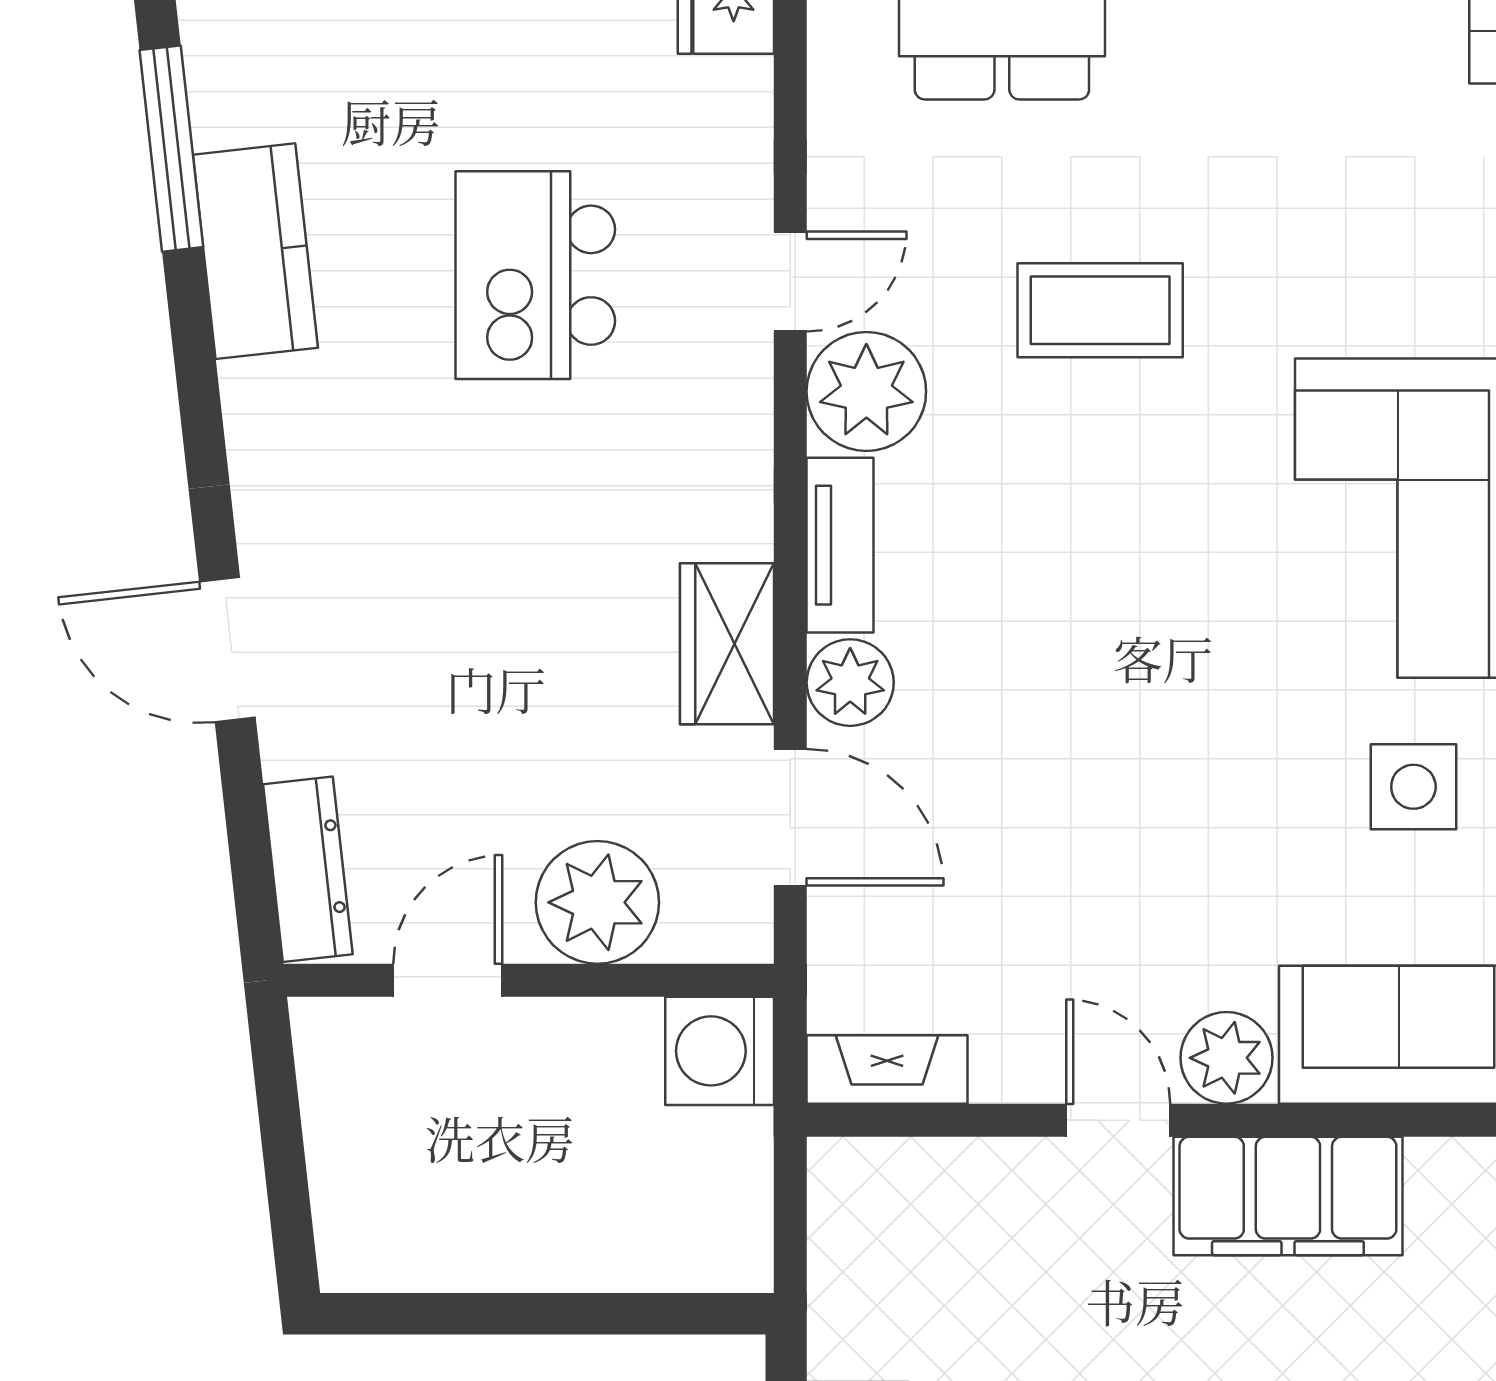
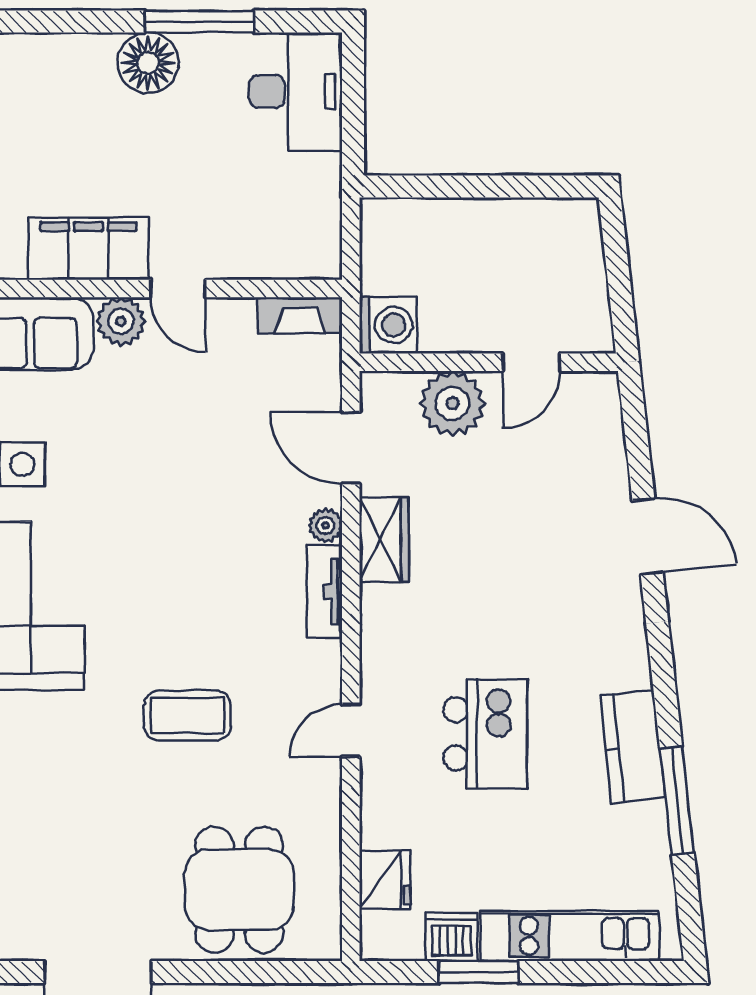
plant: (866, 391) -> (311, 673), removed
plant: (850, 683) -> (325, 525), width x0.73, depth x0.73
dresser: (308, 869) -> (605, 421), removed

